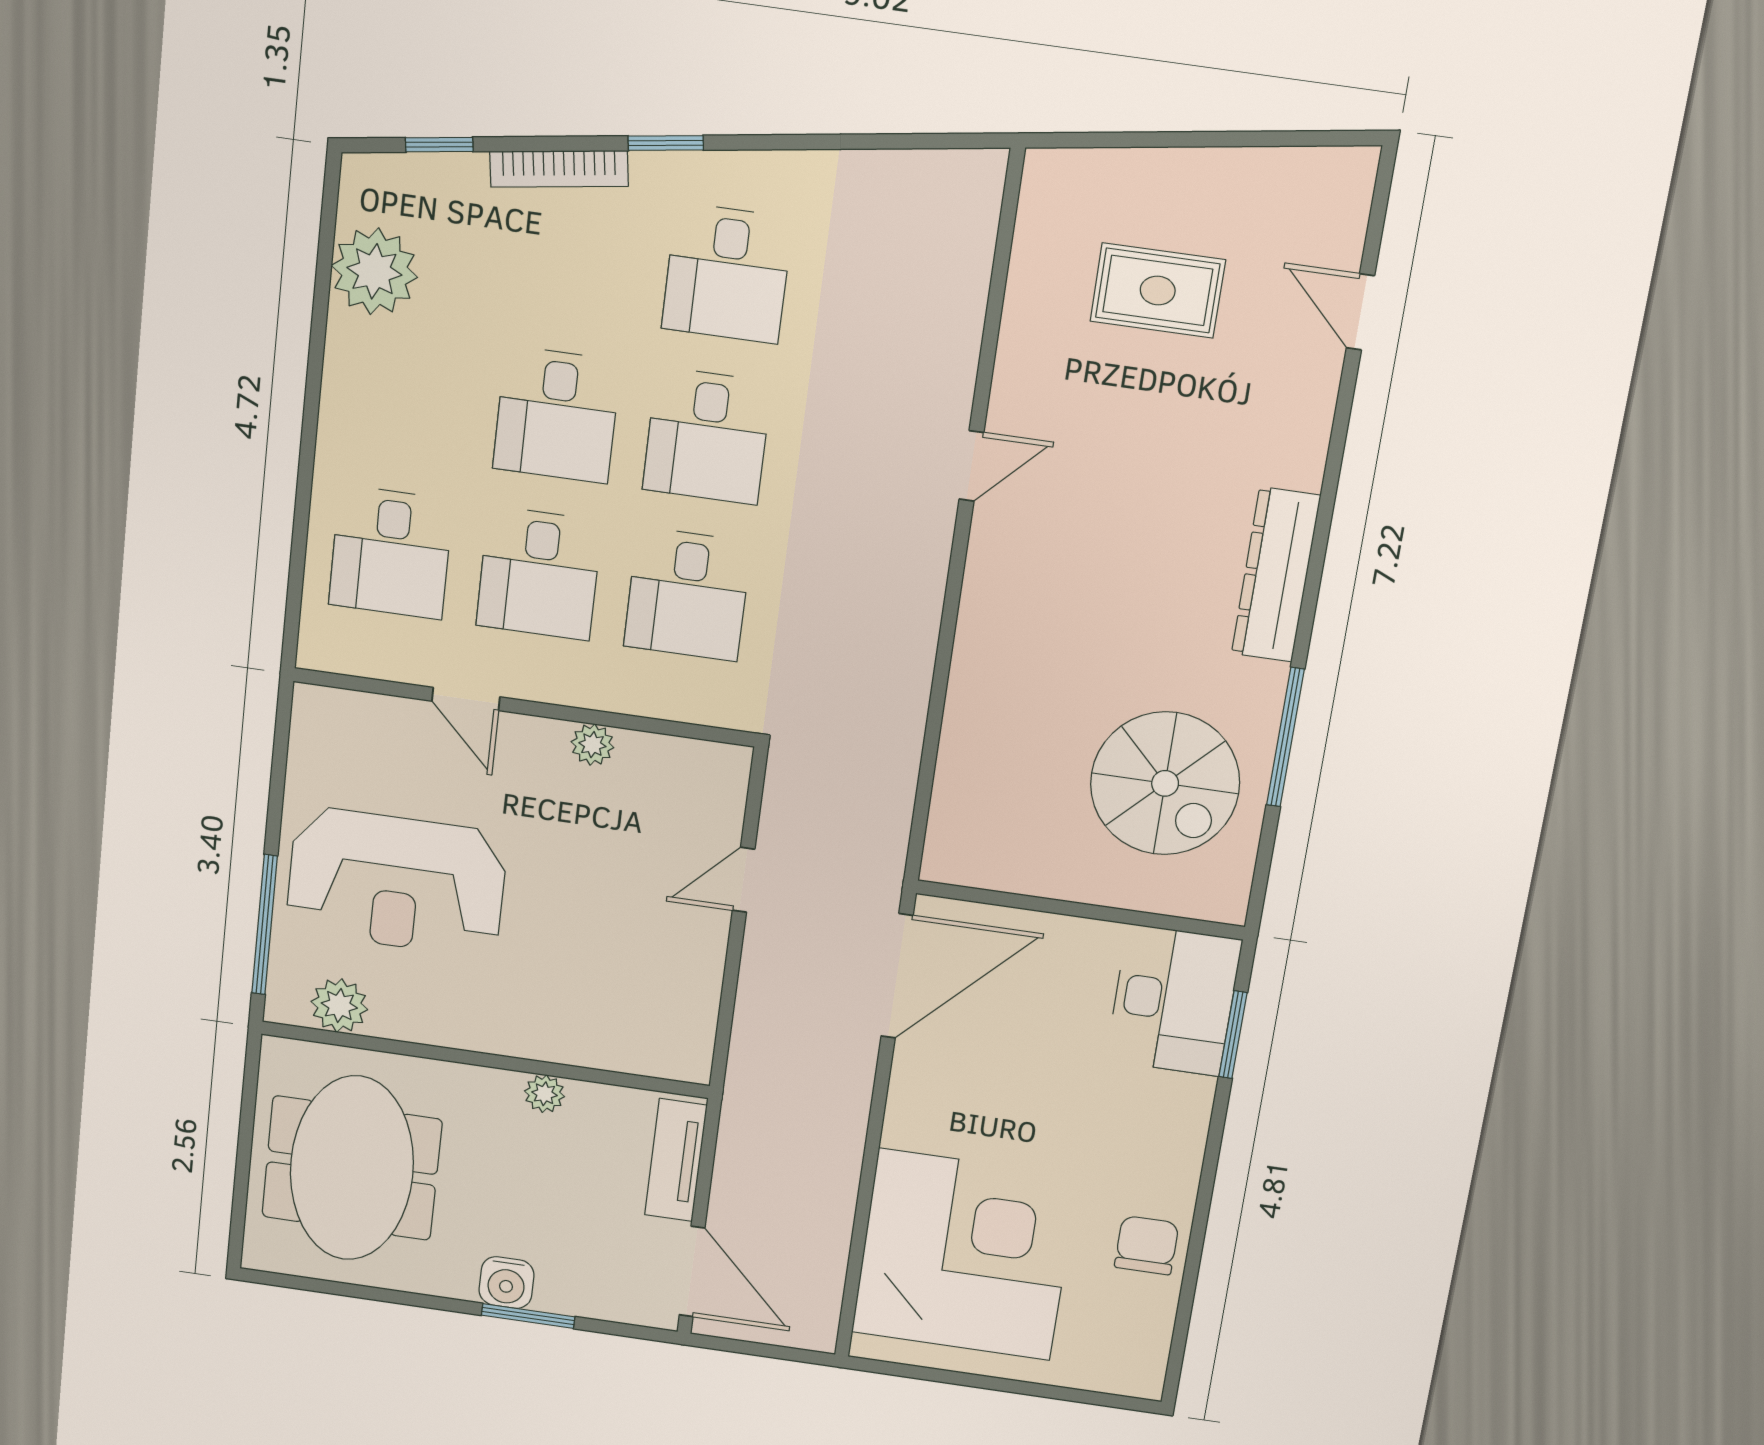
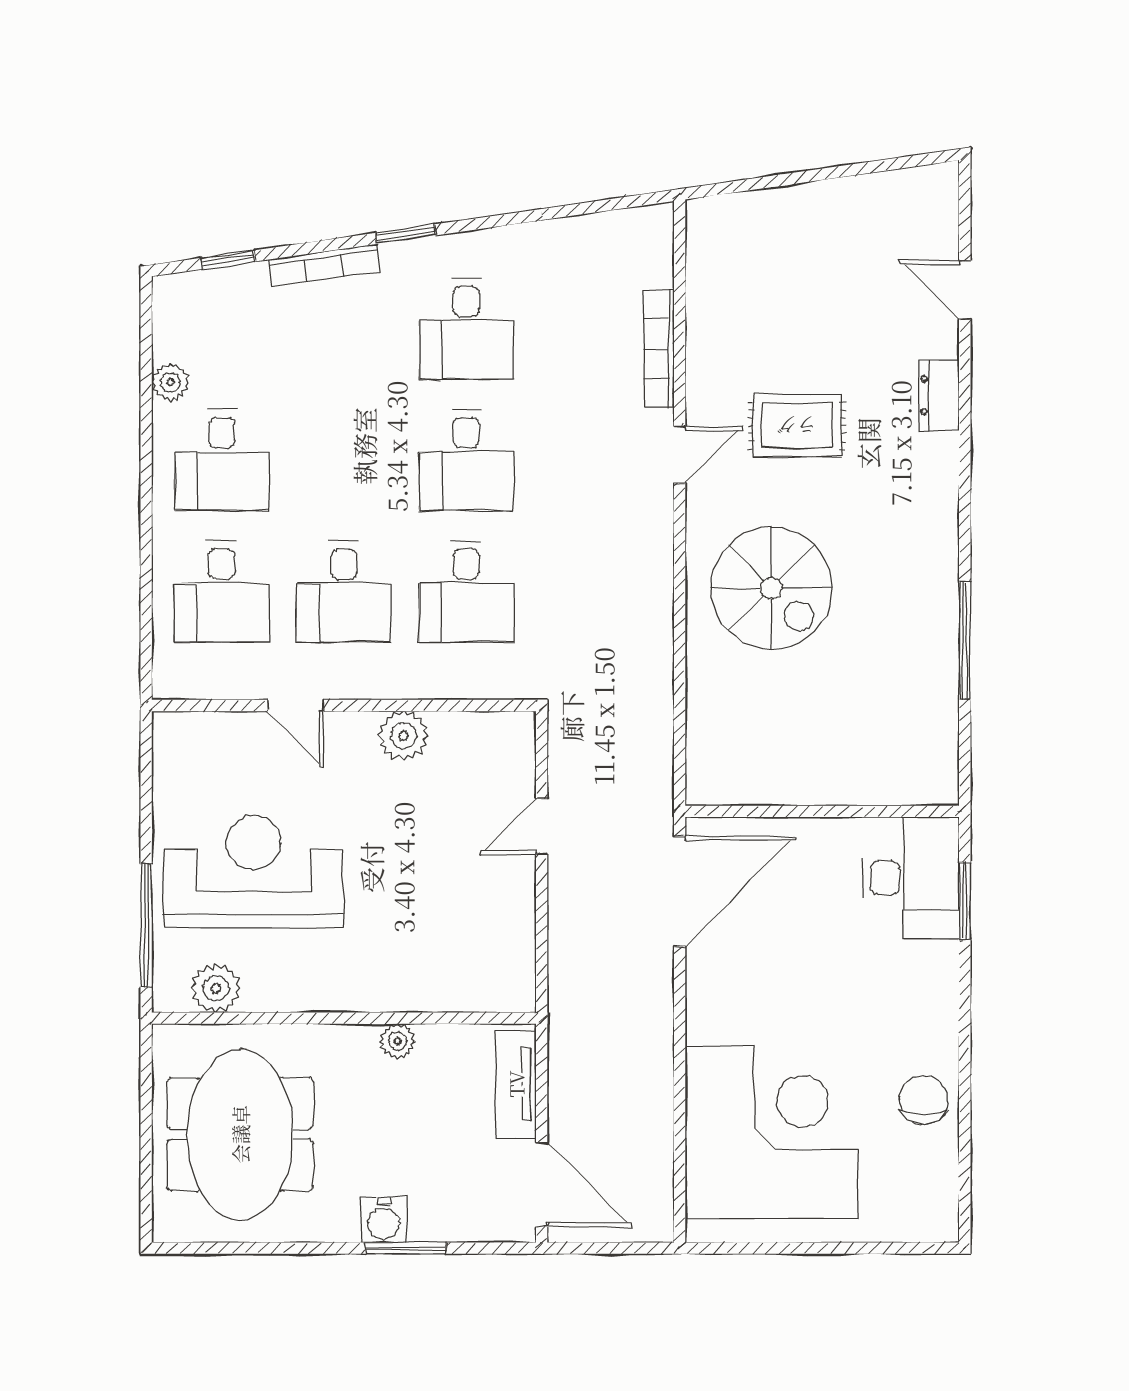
plant: (374, 271) -> (170, 382), width x0.53, depth x0.53
rug: (1158, 291) -> (797, 426), moved
bookcase: (965, 332) -> (659, 349), added
desk: (557, 415) -> (222, 460), moved
dresser: (1276, 575) -> (939, 395), moved, width x0.51, depth x0.80
plant: (592, 745) -> (403, 736), width x1.38, depth x1.38
spiral stairs: (1165, 783) -> (771, 588), moved
reception desk: (396, 882) -> (254, 872), turned 180

